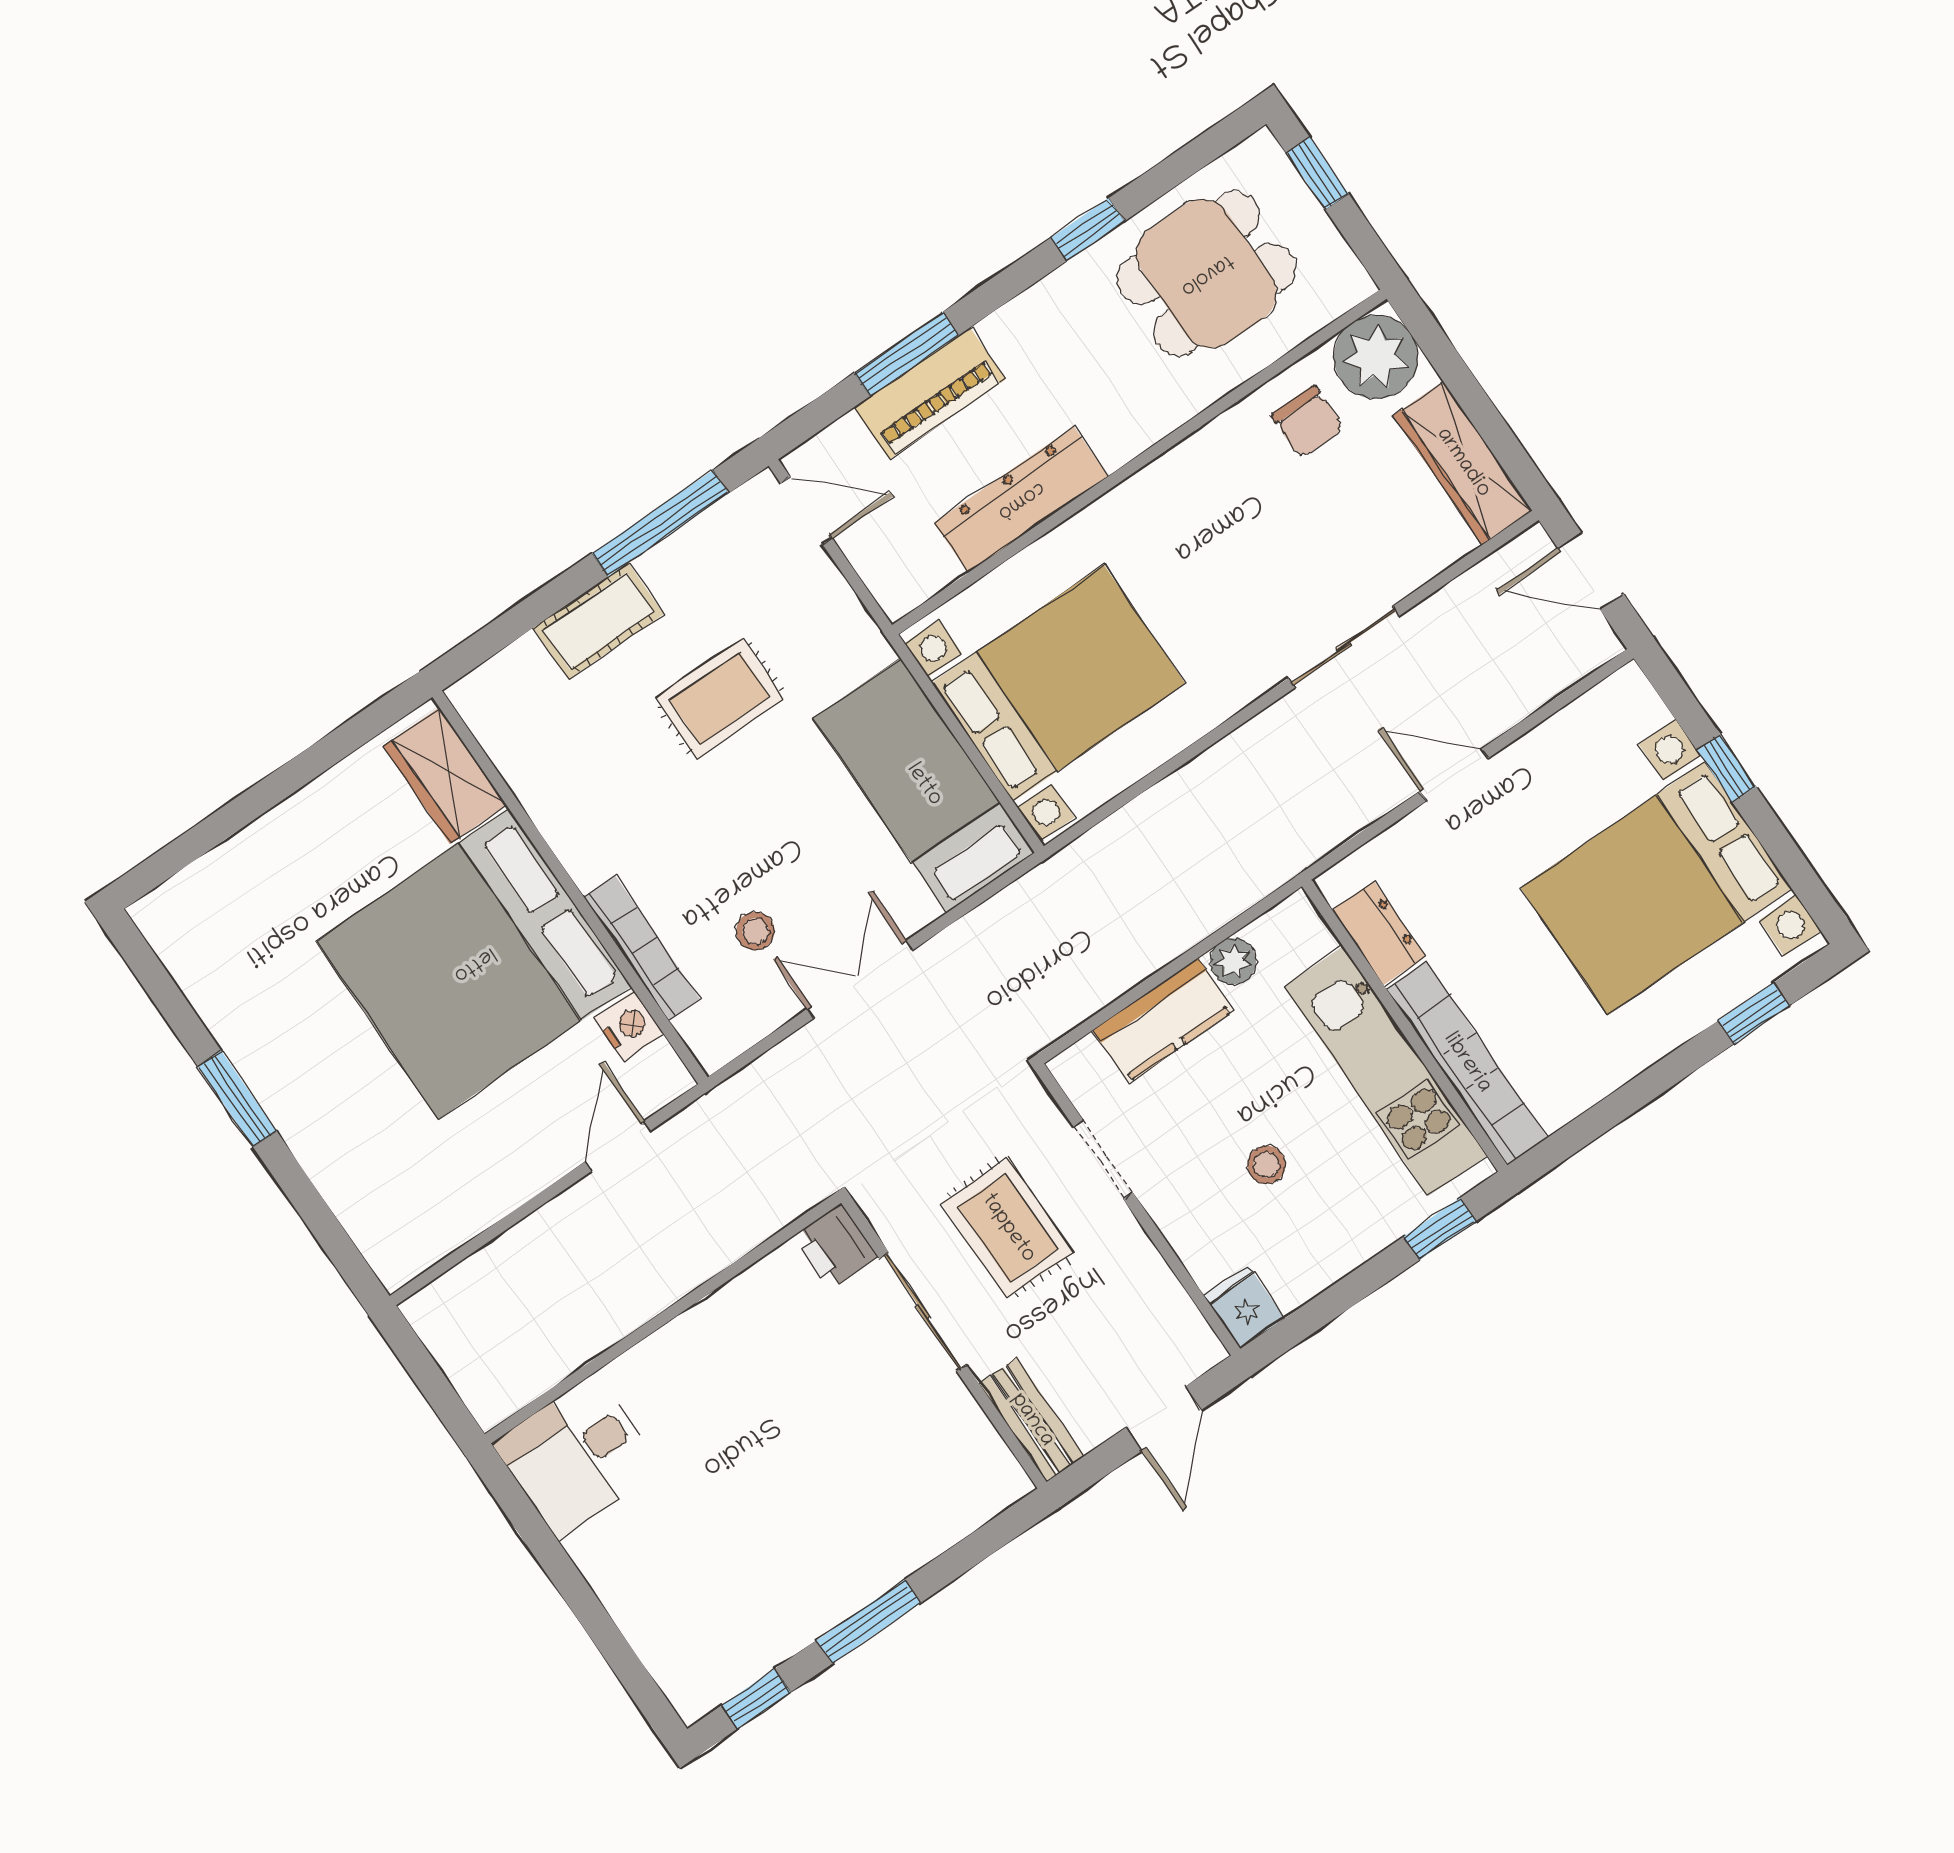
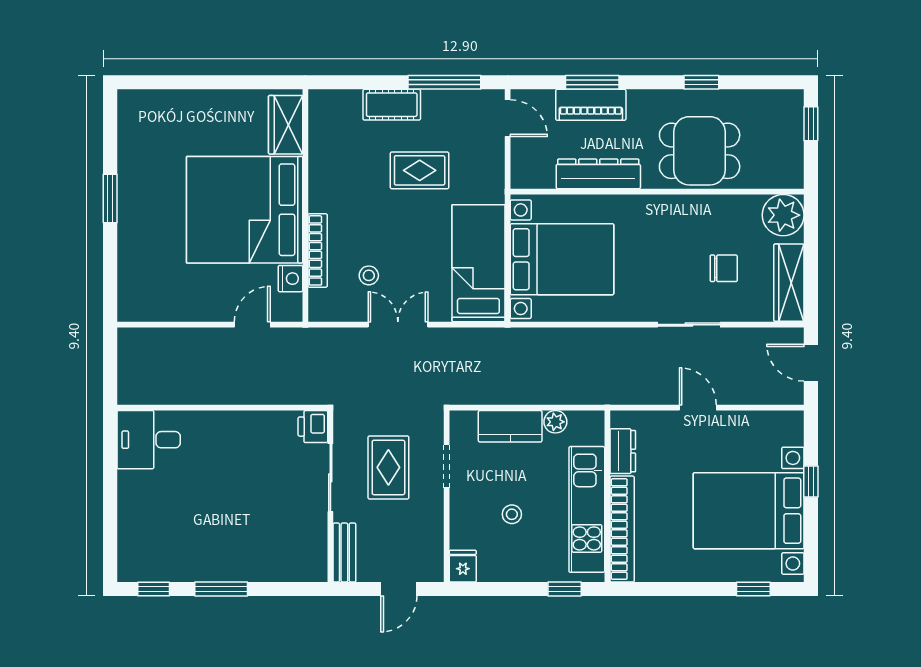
dining table: (1207, 274) -> (700, 151), moved
chair: (1308, 422) -> (724, 268), moved, turned -90

